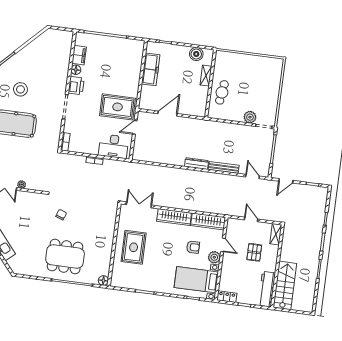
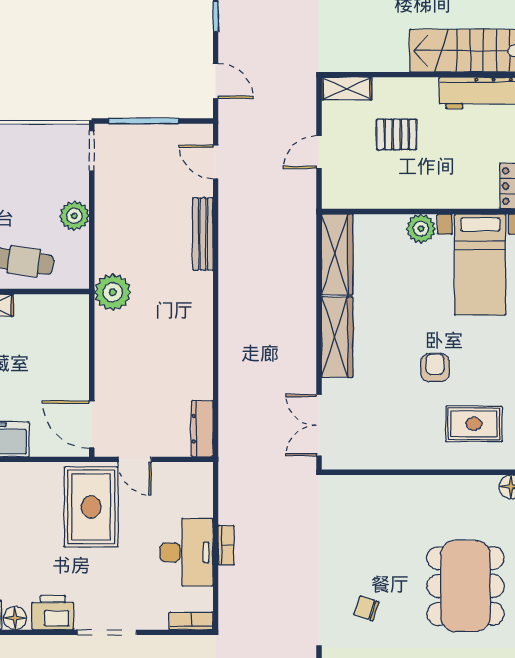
door: (168, 114) -> (92, 425), moved
plant: (250, 117) -> (74, 216), moved
plant: (205, 127) -> (113, 292), added
desk: (114, 146) -> (186, 552), moved
dresser: (197, 164) -> (202, 429), moved
door: (253, 176) -> (216, 162), hinge flipped
door: (223, 245) -> (388, 211), removed
rug: (134, 247) -> (474, 424), moved, width x0.73, depth x0.70
armchair: (193, 247) -> (435, 368), moved

